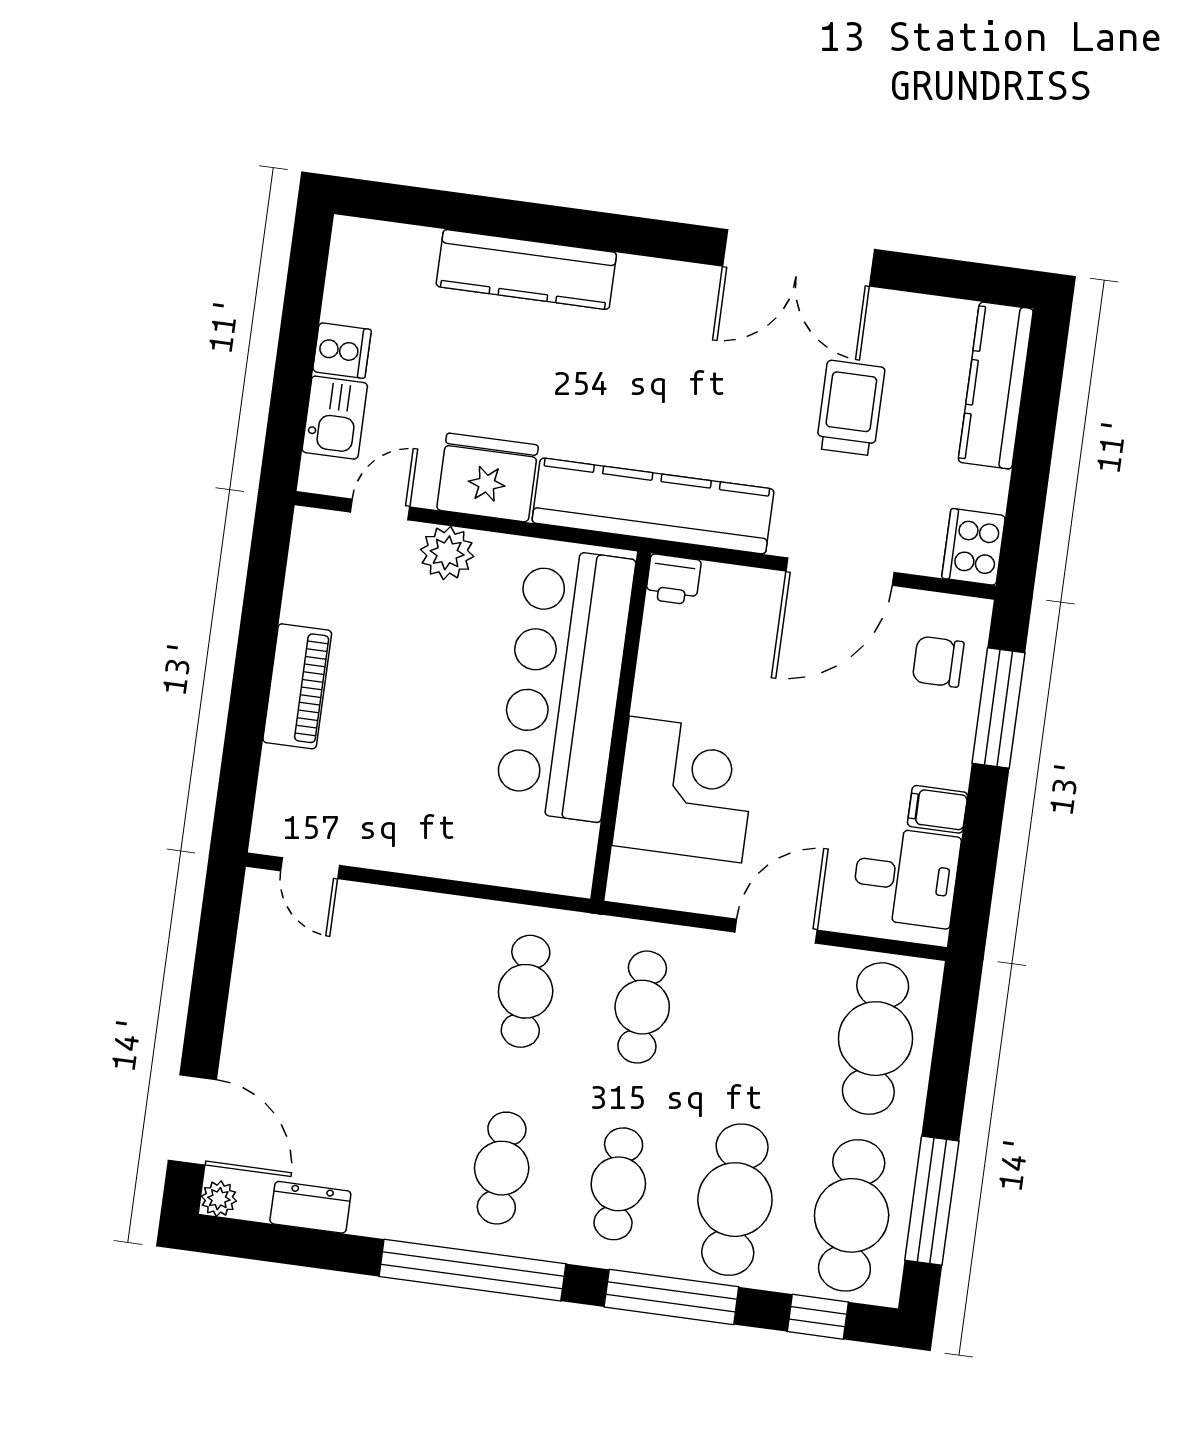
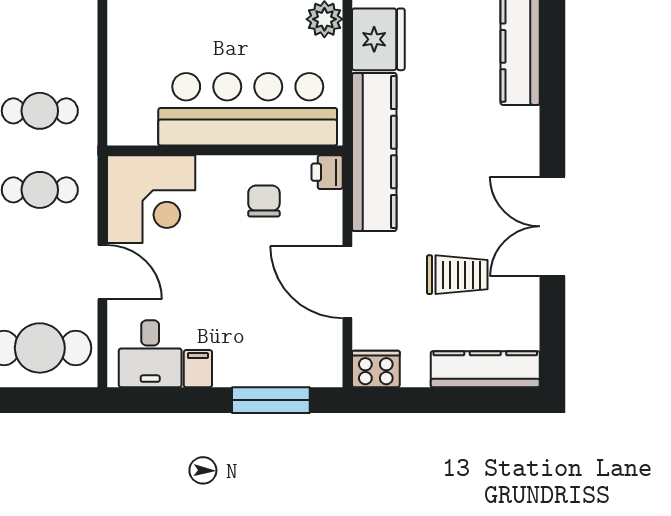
chair: (938, 662) -> (264, 201), moved
corner desk: (685, 790) -> (151, 199), moved

